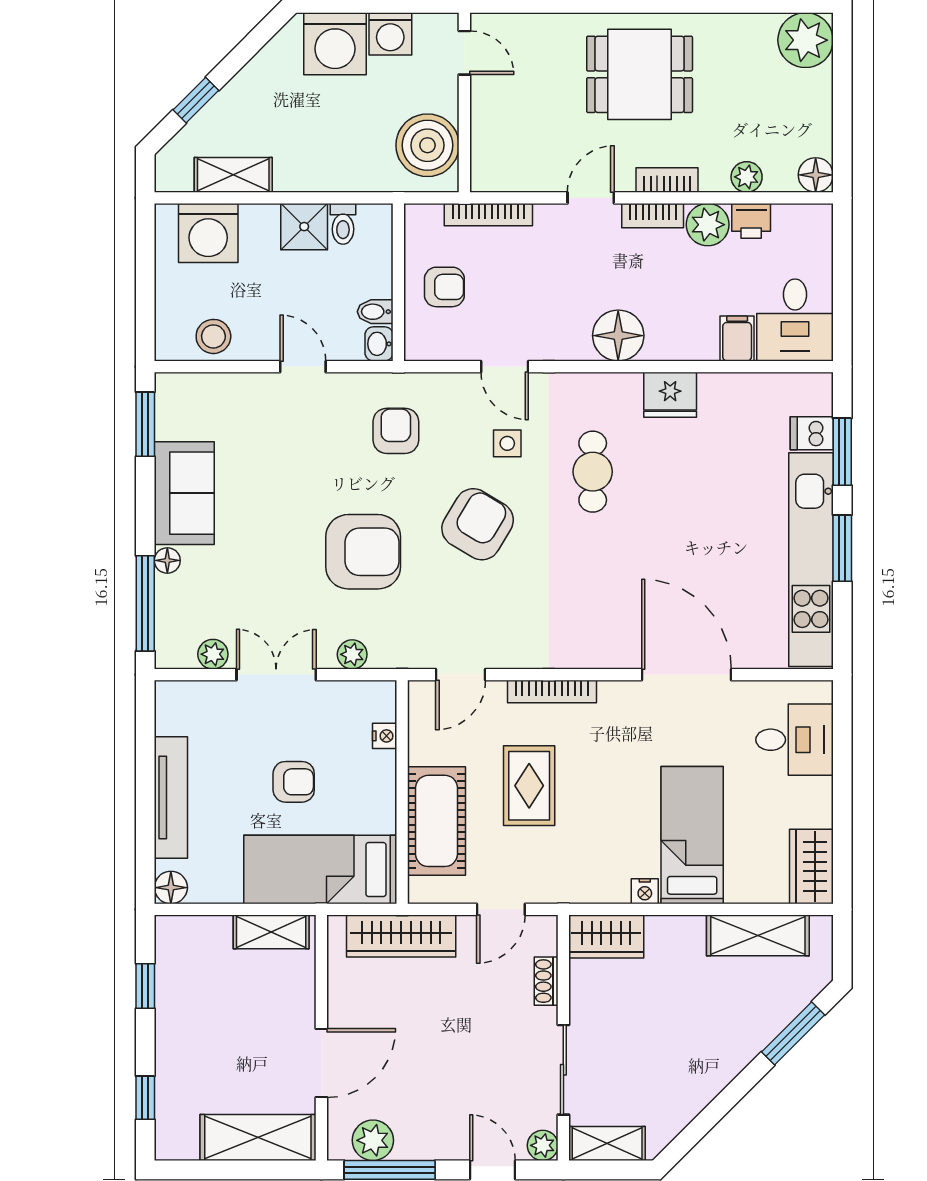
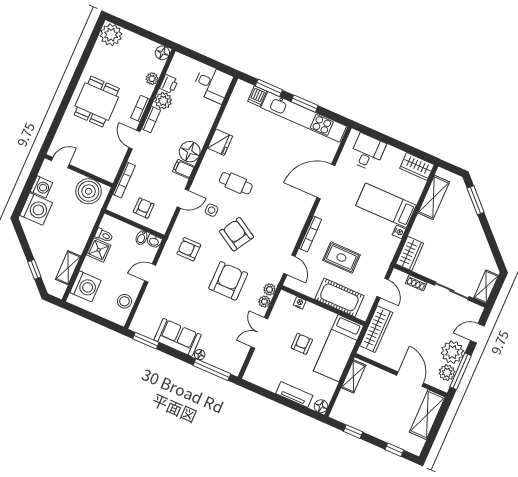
filing cabinet: (737, 339) -> (183, 169), moved
plant: (213, 654) -> (269, 289), moved
tv unit: (171, 797) -> (294, 394), width x0.71
plant: (543, 1145) -> (452, 352), moved, width x1.87, depth x1.87

